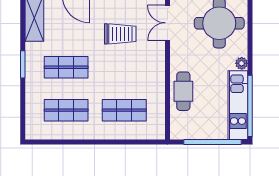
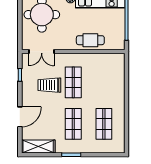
trolley: (120, 34) -> (49, 85), turned -90
shop shelf: (124, 110) -> (73, 82), moved

